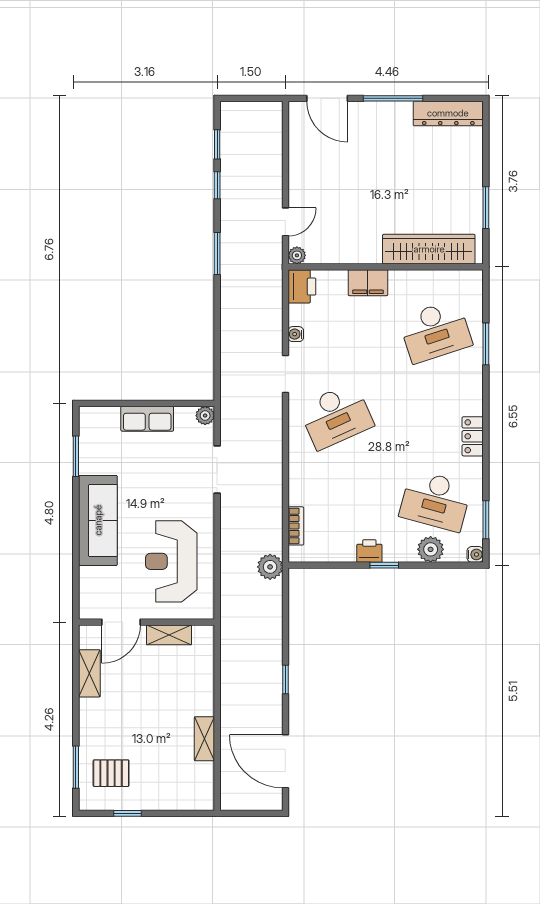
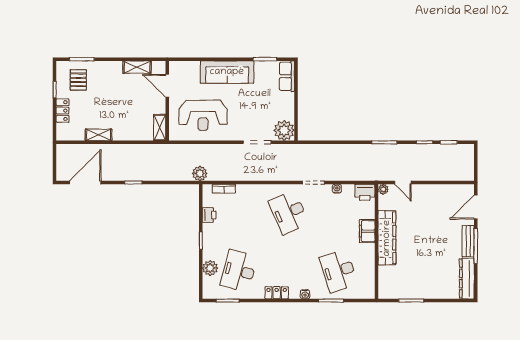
bench: (385, 111) -> (468, 241), added
wardrobe: (429, 249) -> (387, 238), moved
plant: (205, 416) -> (284, 130), width x1.88, depth x1.88
row of seats: (147, 419) -> (287, 76), moved
printer: (369, 551) -> (209, 215), moved
water cooler: (475, 554) -> (305, 294), moved
reception desk: (171, 561) -> (203, 115), turned 180
shelving: (169, 635) -> (160, 128), moved
locker: (163, 800) -> (63, 111), added

